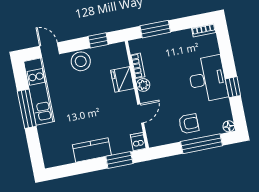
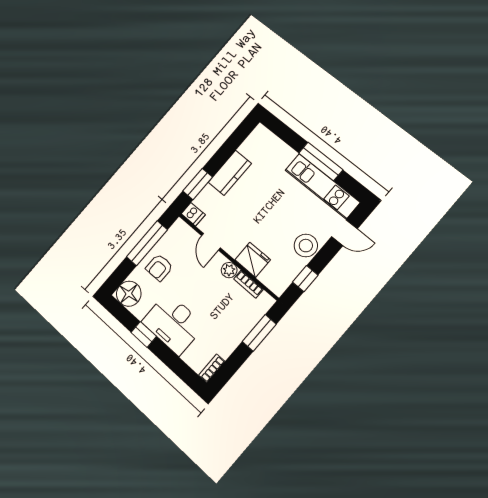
floor lamp: (229, 126) -> (129, 294), width x1.89, depth x1.89
window: (202, 144) -> (147, 243), moved

